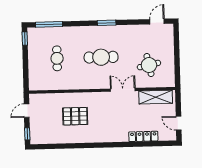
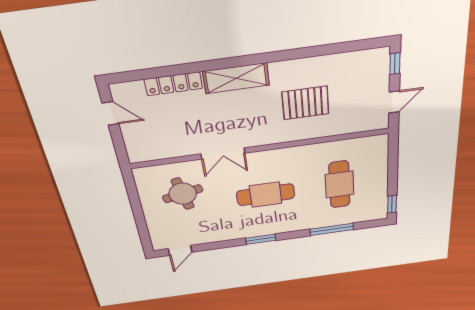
window: (49, 24) -> (332, 229), moved
cafe table: (57, 58) -> (339, 185), width x1.37, depth x1.35
shelving: (156, 97) -> (236, 78), moved

